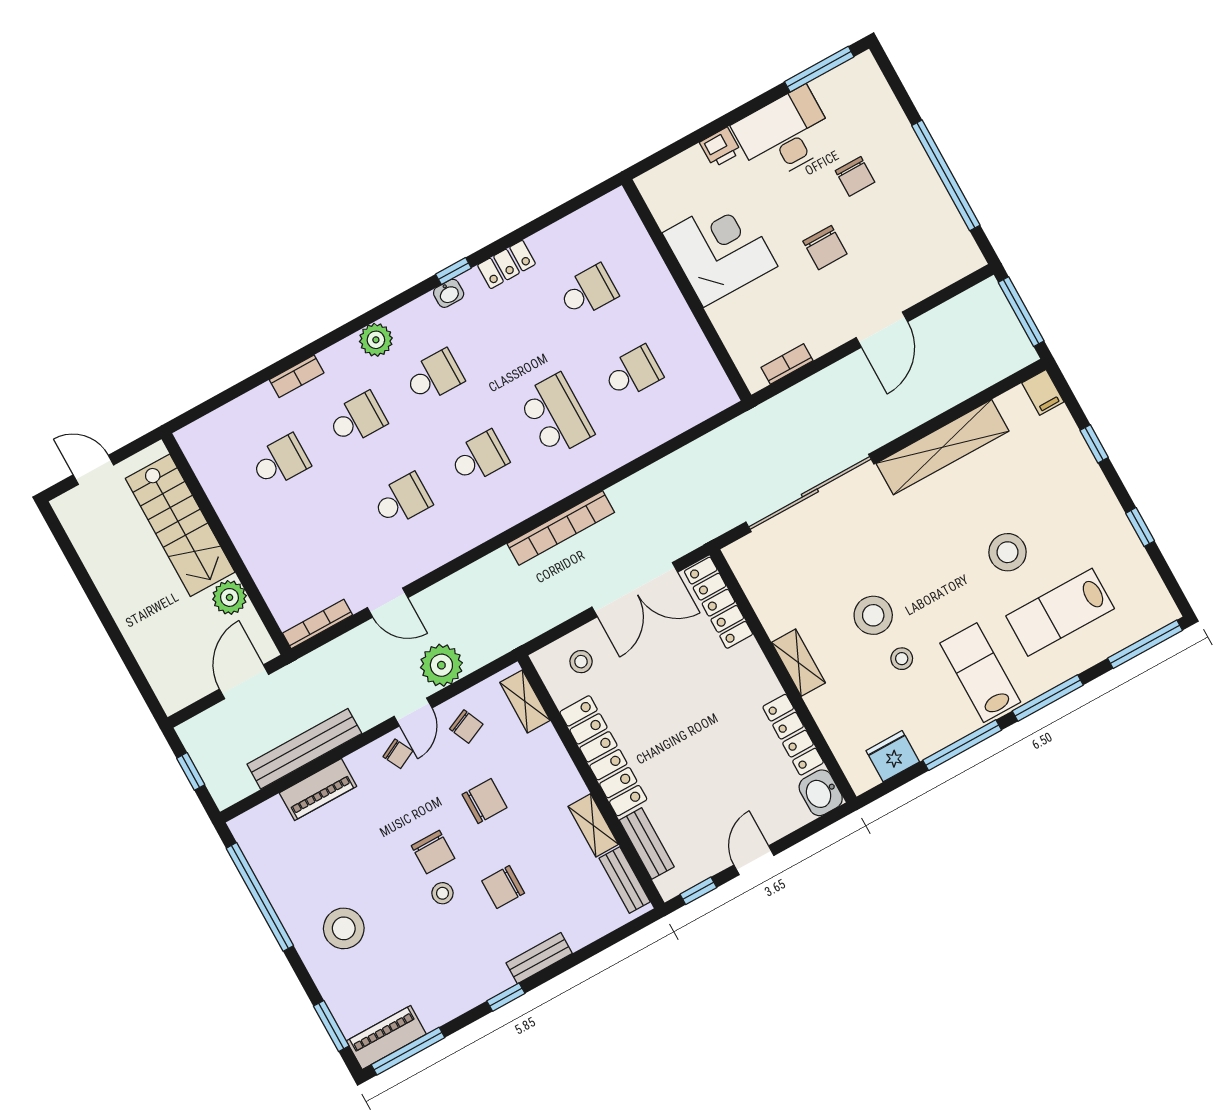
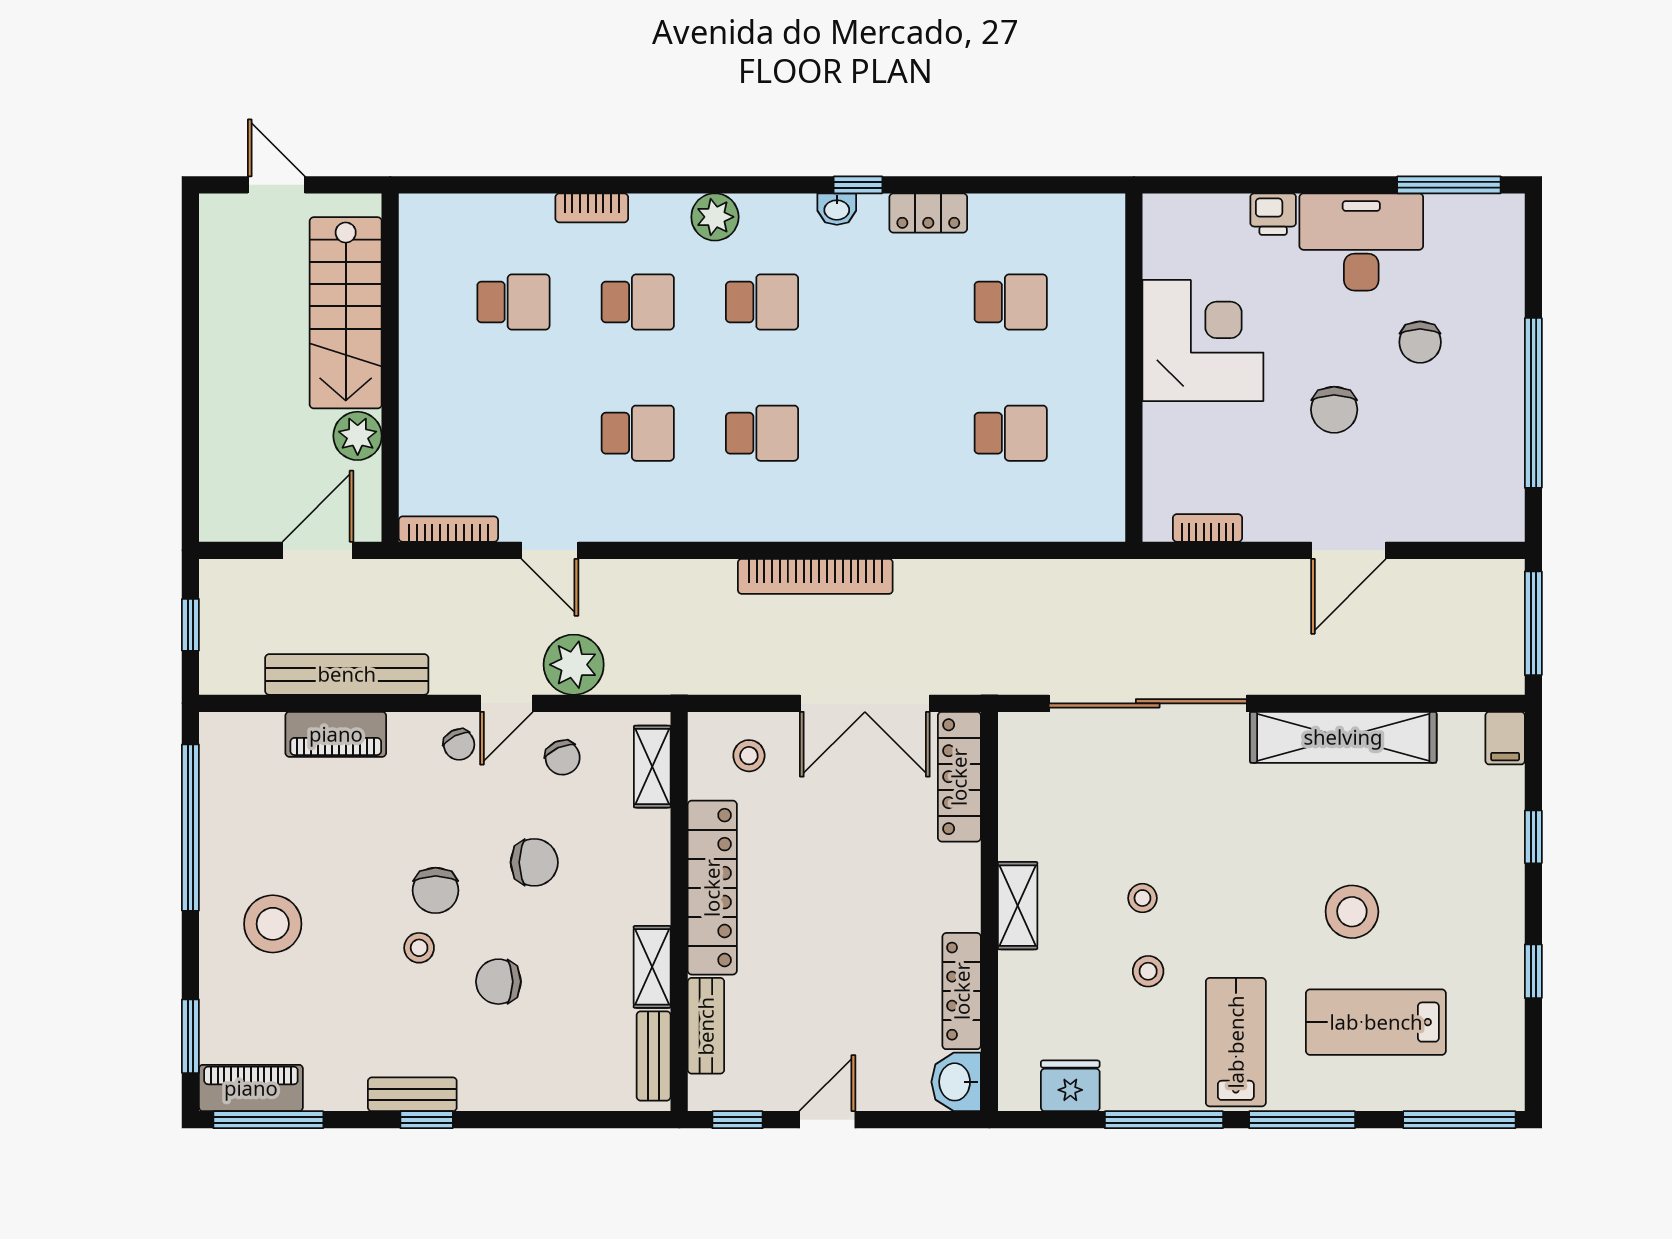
school desk: (556, 415) -> (886, 433), removed
stool: (873, 615) -> (1142, 898), width x0.53, depth x0.53
bench: (539, 958) -> (412, 1094), moved

